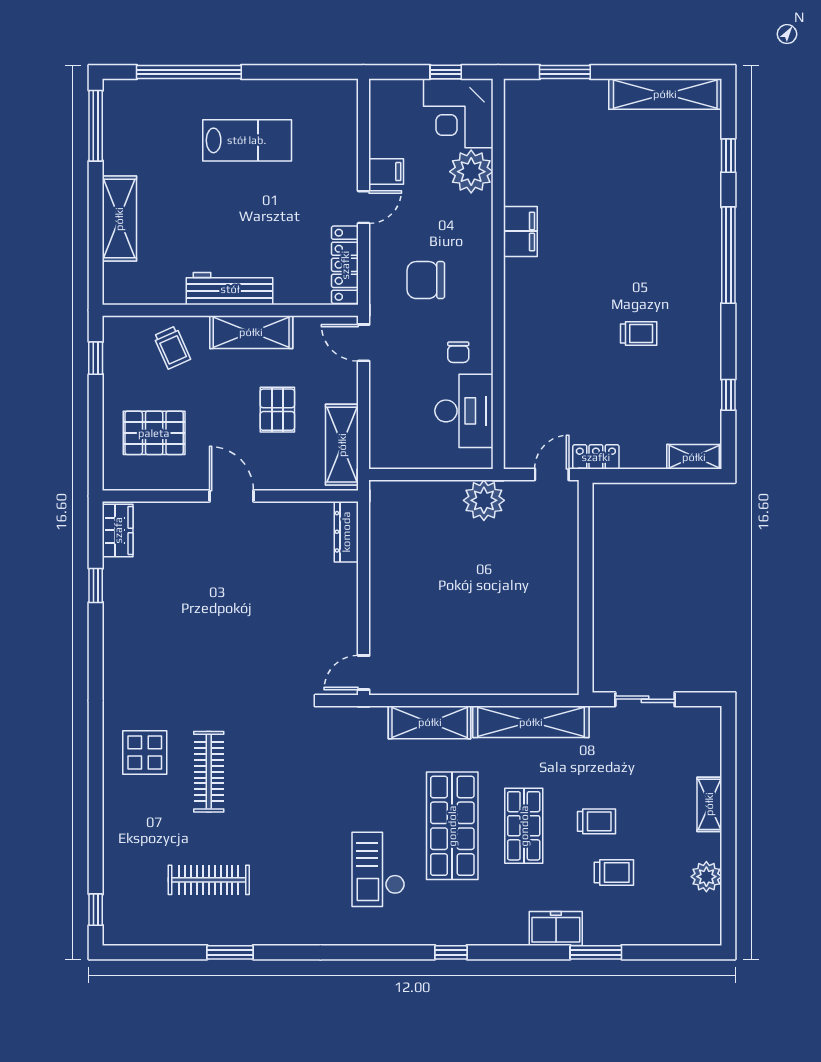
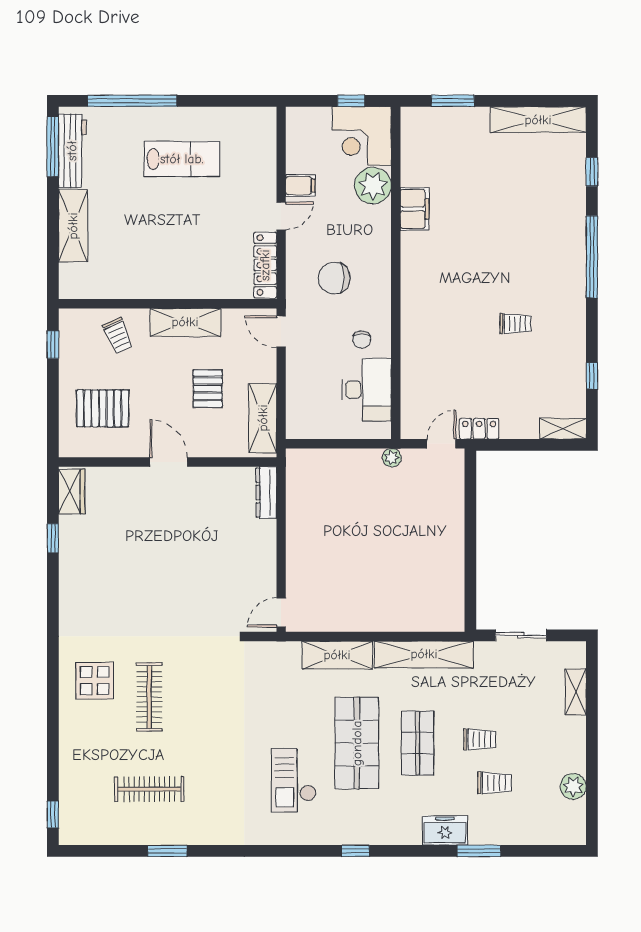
filing cabinet: (520, 231) -> (415, 209), moved
workbench: (230, 289) -> (72, 151), moved, turned 90
plant: (484, 500) -> (392, 458), width x0.53, depth x0.53
shelving: (709, 804) -> (576, 692), moved

